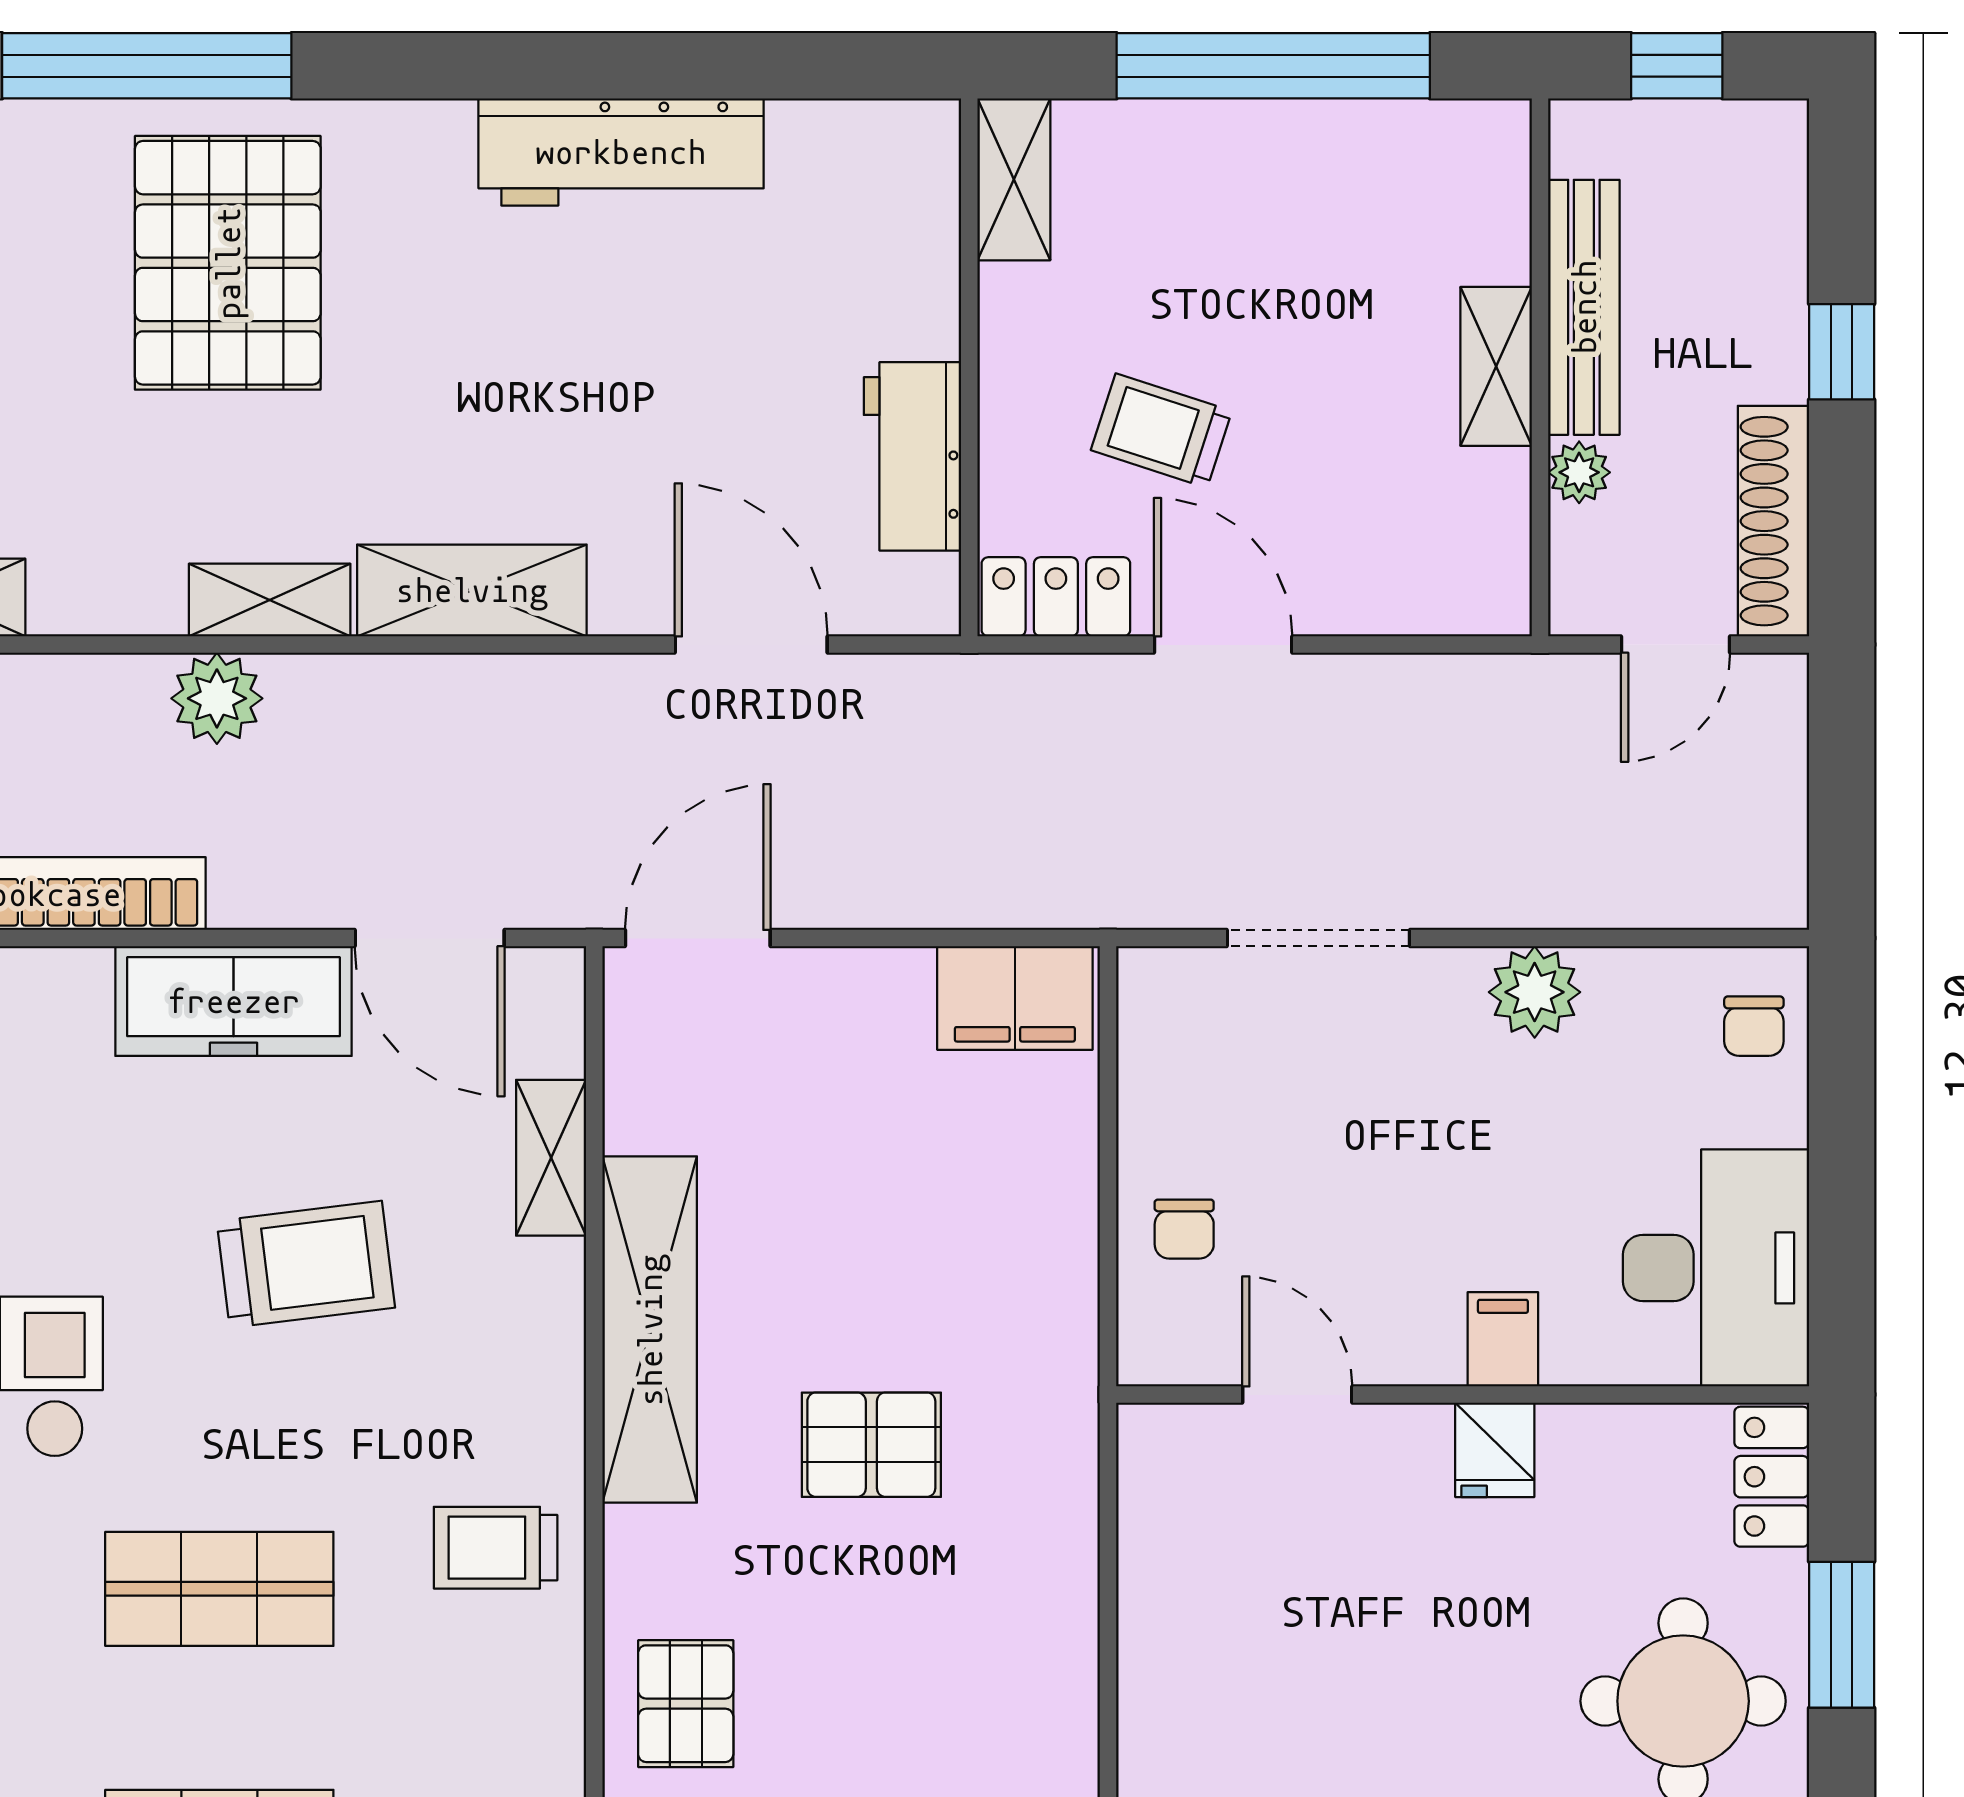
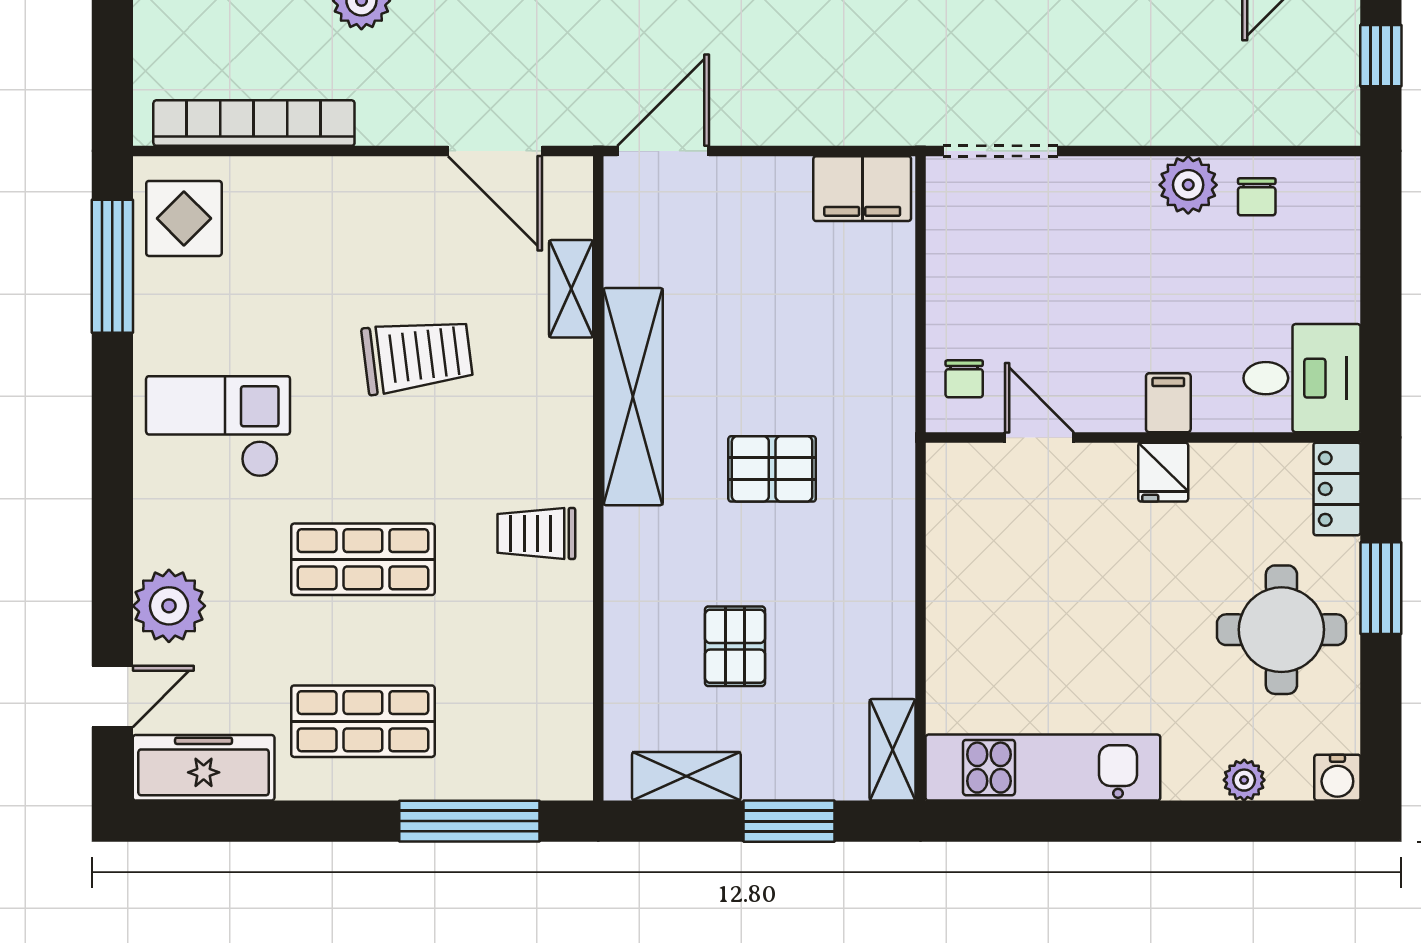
window: (1842, 786) -> (1381, 56), added
doorway: (1318, 938) -> (1000, 151), moved
freezer: (234, 1001) -> (372, 191), removed
chair: (1754, 1026) -> (1257, 197), moved
chair: (1184, 1229) -> (964, 379), moved
desk: (1716, 1268) -> (1302, 378), width x0.73
pallet: (686, 1704) -> (735, 646), moved

